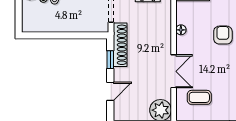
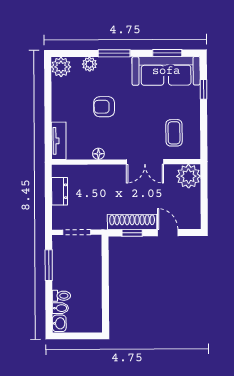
shoe rack: (120, 45) -> (132, 222), moved
double door: (174, 71) -> (145, 162), swing flipped

